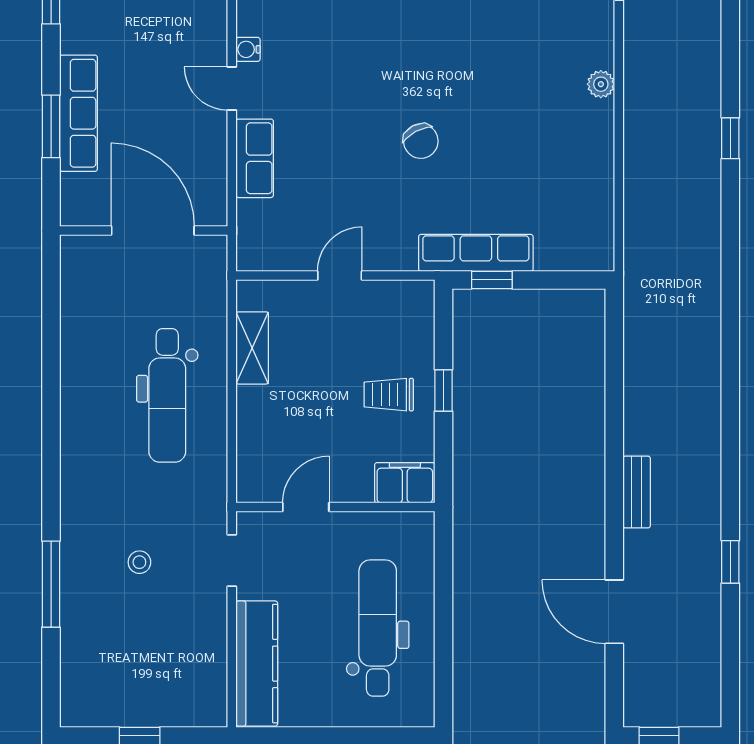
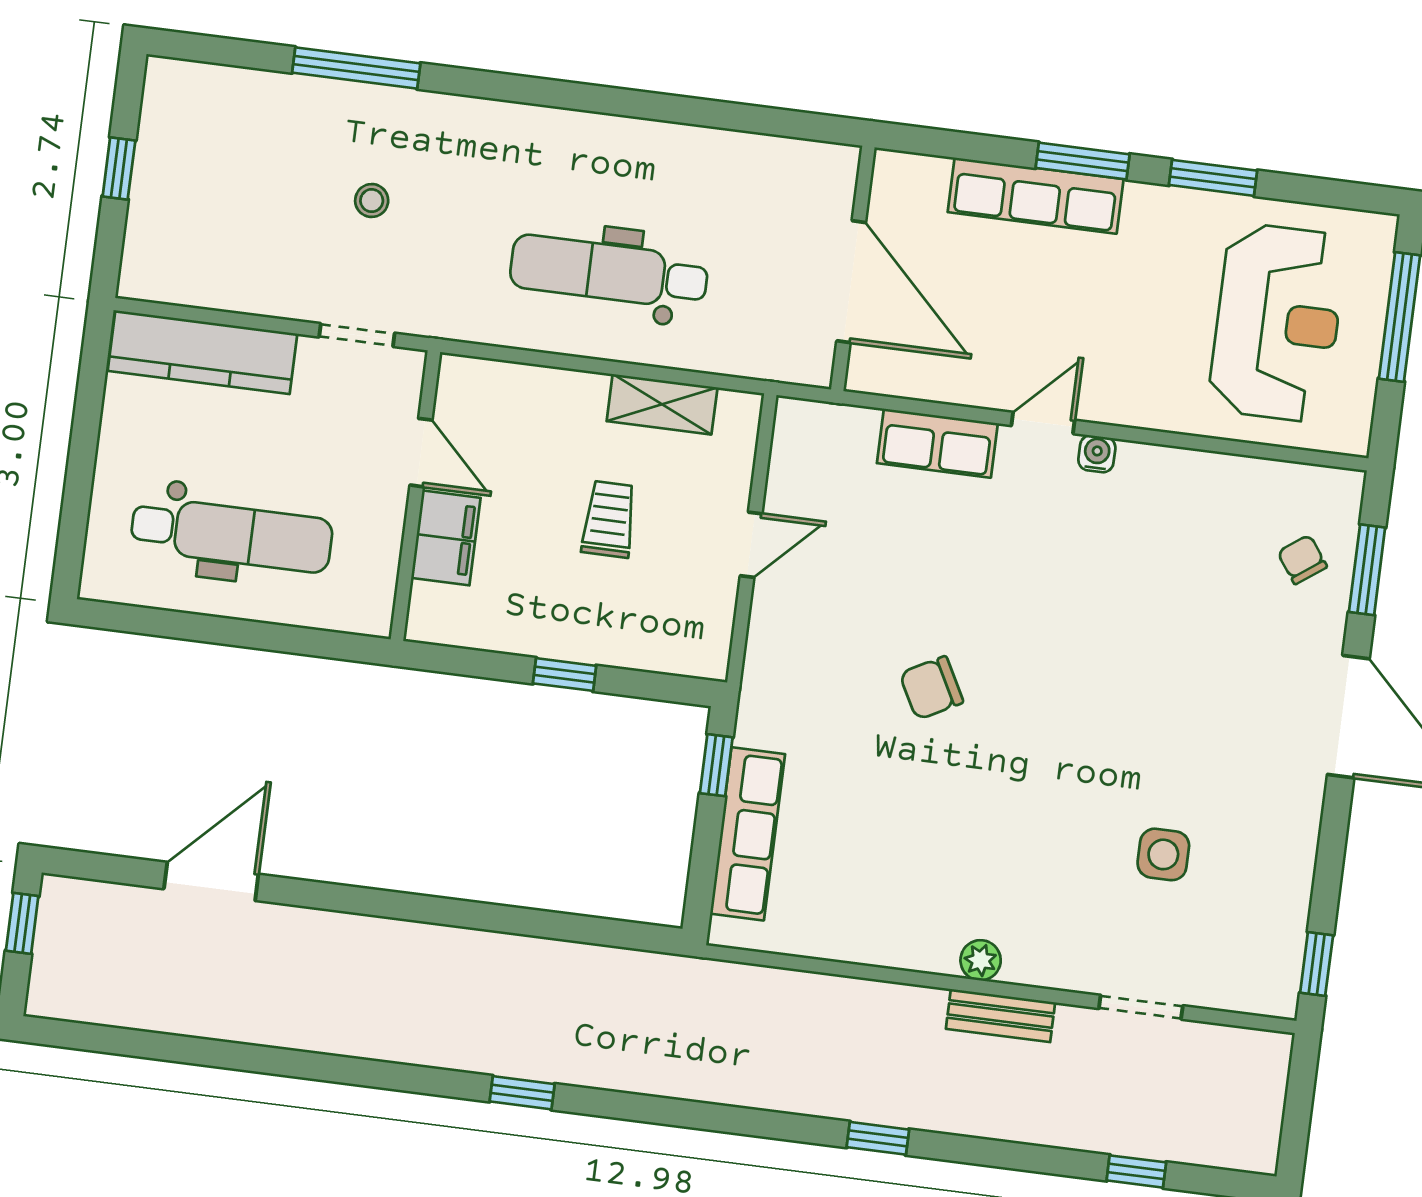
window: (51, 126) -> (1083, 161), moved
door: (153, 231) -> (851, 282), hinge flipped
row of seats: (476, 253) -> (748, 834), moved
door: (340, 275) -> (751, 545), hinge flipped
trolley: (389, 395) -> (609, 519), moved
filing cabinet: (405, 483) -> (446, 538), moved
bench: (637, 492) -> (1001, 1016), moved
window: (730, 562) -> (522, 1093), moved

